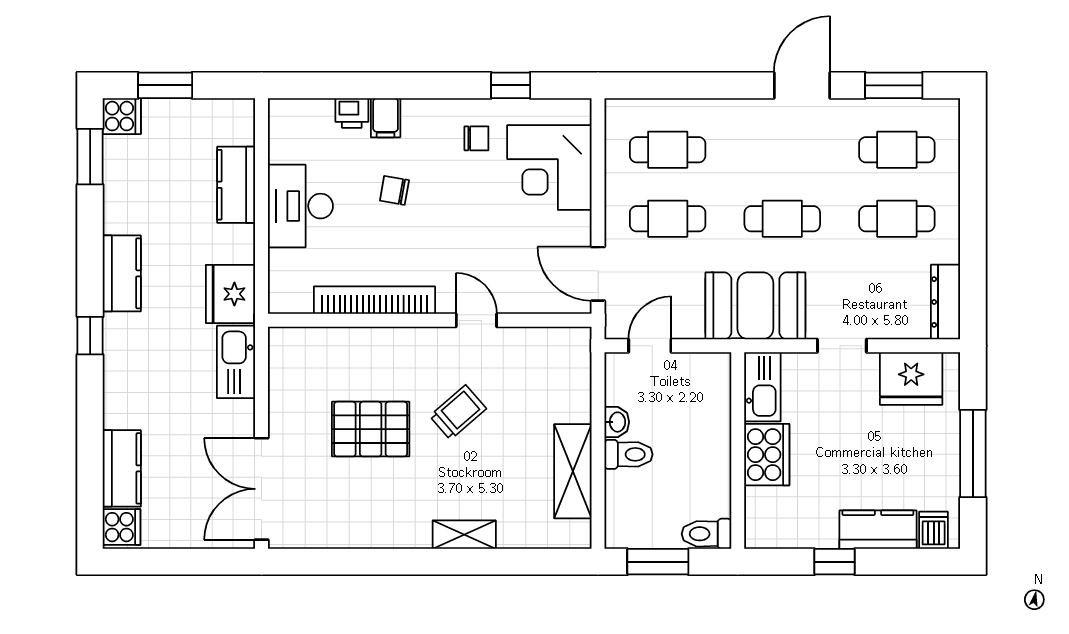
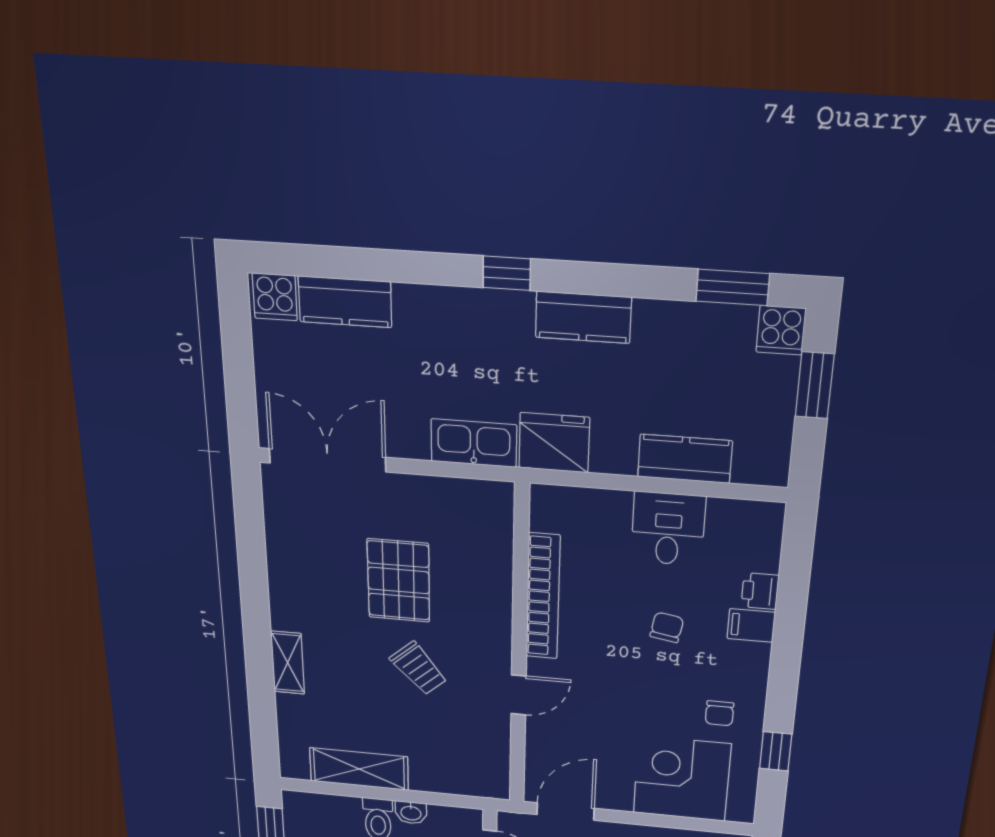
desk: (300, 206) -> (668, 529), width x0.73

